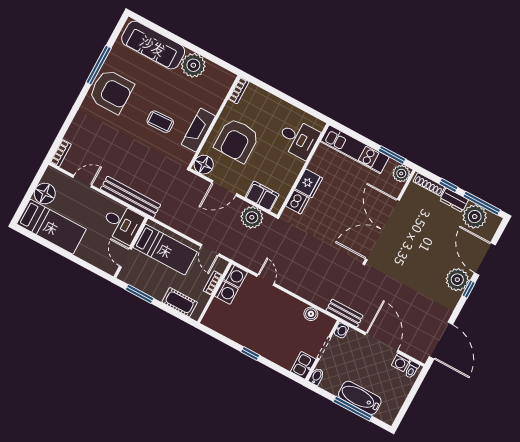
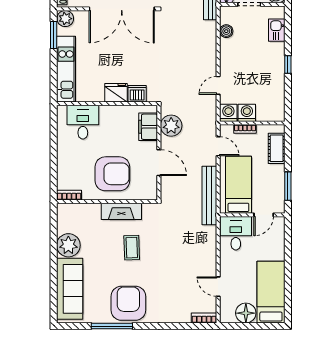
floor lamp: (204, 165) -> (148, 191), removed
bench: (130, 197) -> (209, 196), moved
door: (210, 250) -> (218, 146), hinge flipped
kitchen sink: (303, 365) -> (277, 30), moved, turned 90

